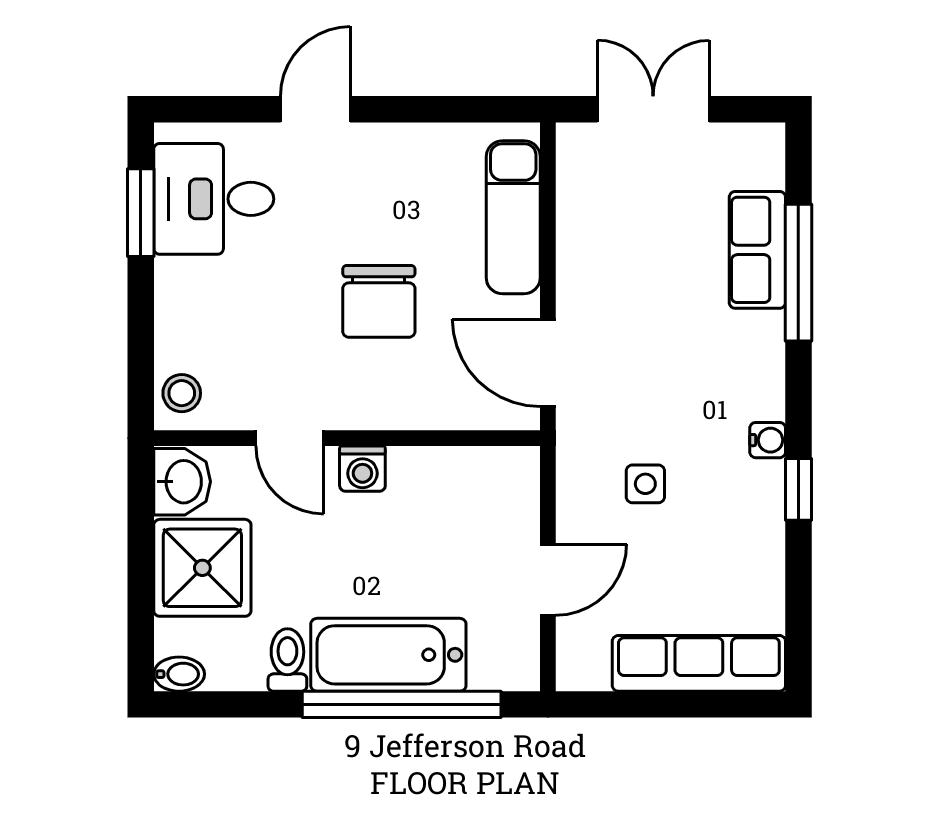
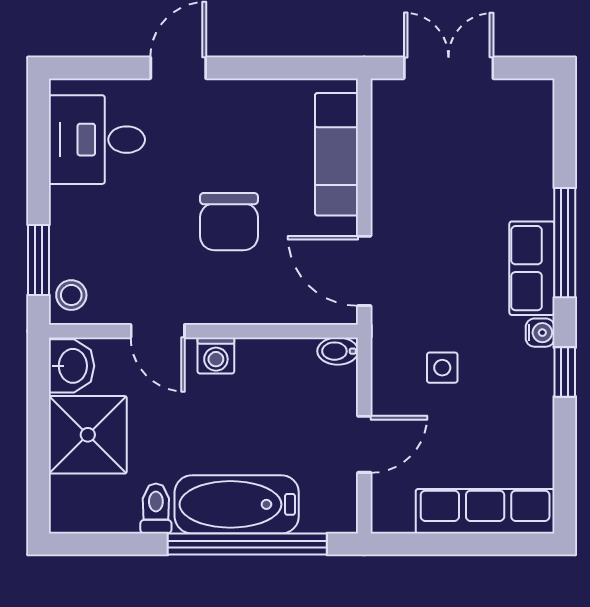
window: (141, 213) -> (38, 260), moved
row of seats: (757, 250) -> (532, 268), moved
window: (798, 273) -> (565, 243), moved
bidet: (179, 674) -> (338, 351), moved, turned 180

